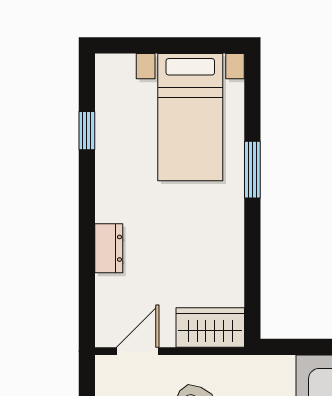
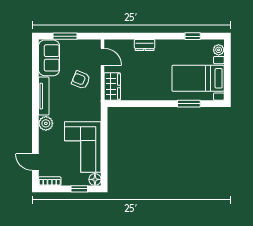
plant: (120, 67) -> (219, 50), added
window: (252, 170) -> (189, 104), moved

